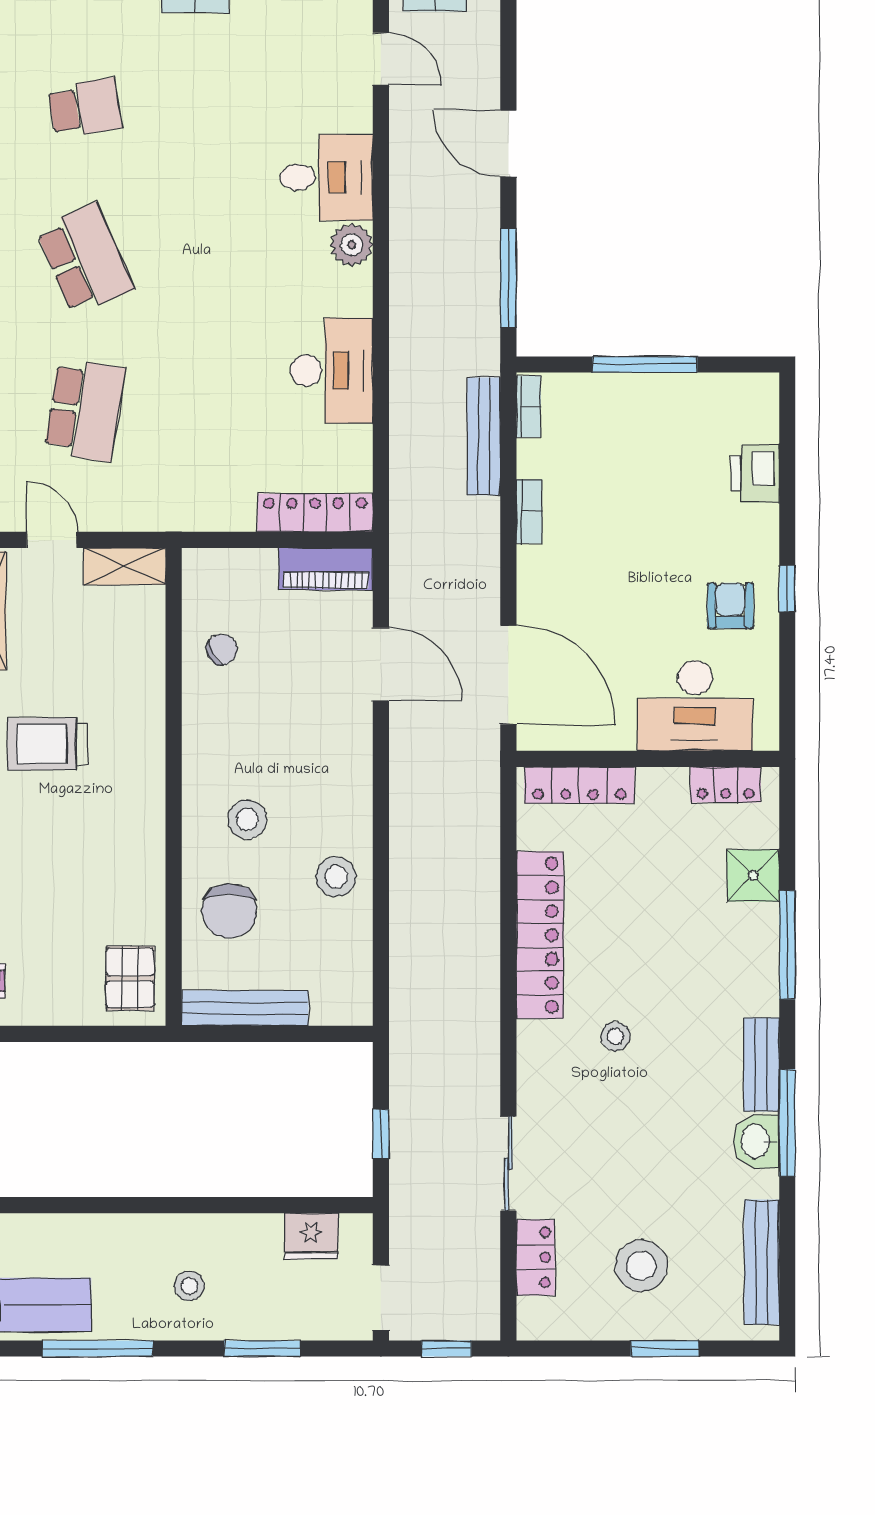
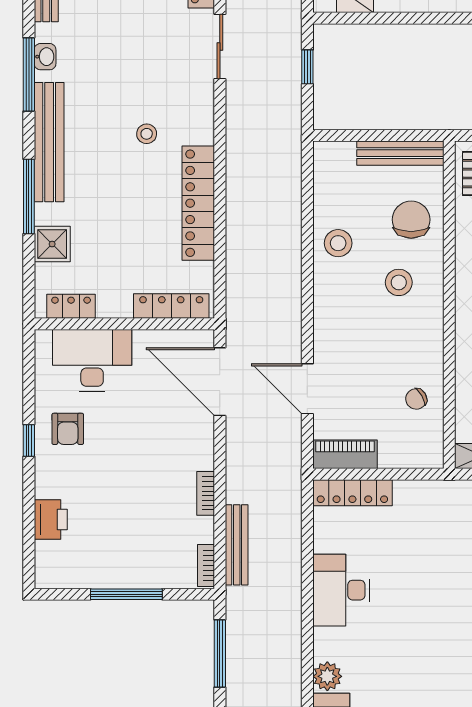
bench: (761, 1065) -> (49, 142), width x1.86, depth x1.21
washbasin: (756, 1141) -> (45, 57), width x0.72, depth x0.69

